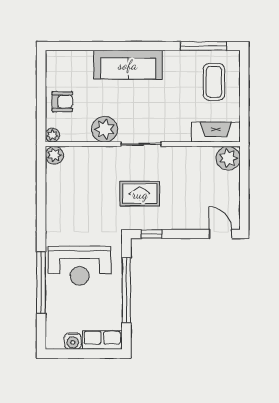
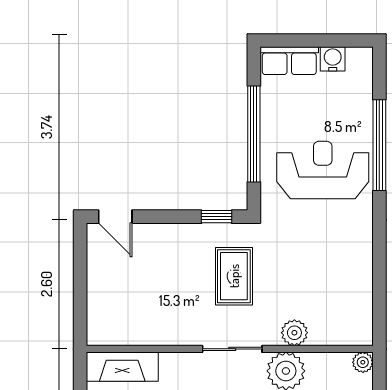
plant: (54, 155) -> (294, 333), moved
plant: (228, 158) -> (104, 328), removed
rug: (140, 194) -> (234, 276), turned 90

